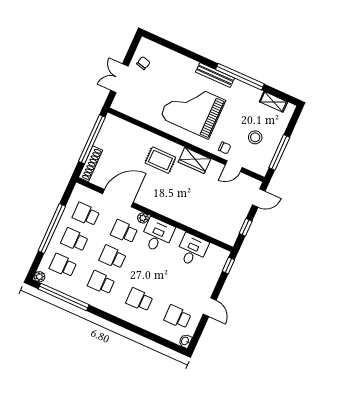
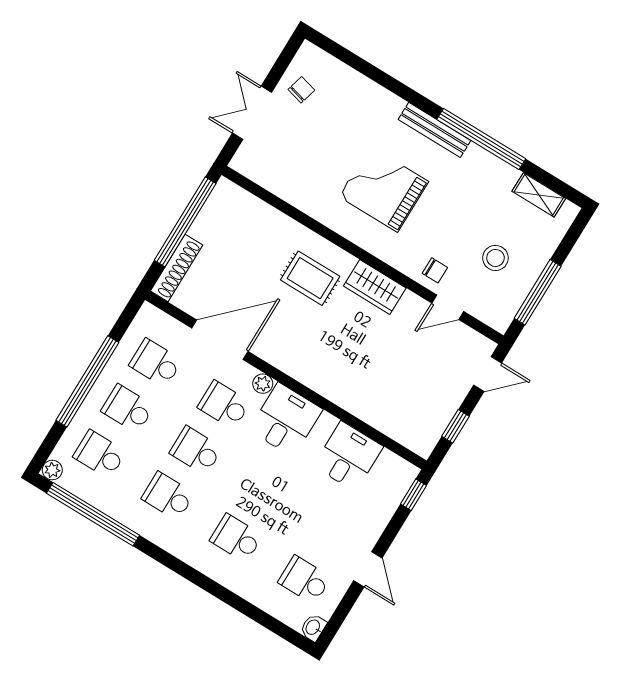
grand piano: (193, 109) -> (384, 189), width x0.73, depth x0.68

